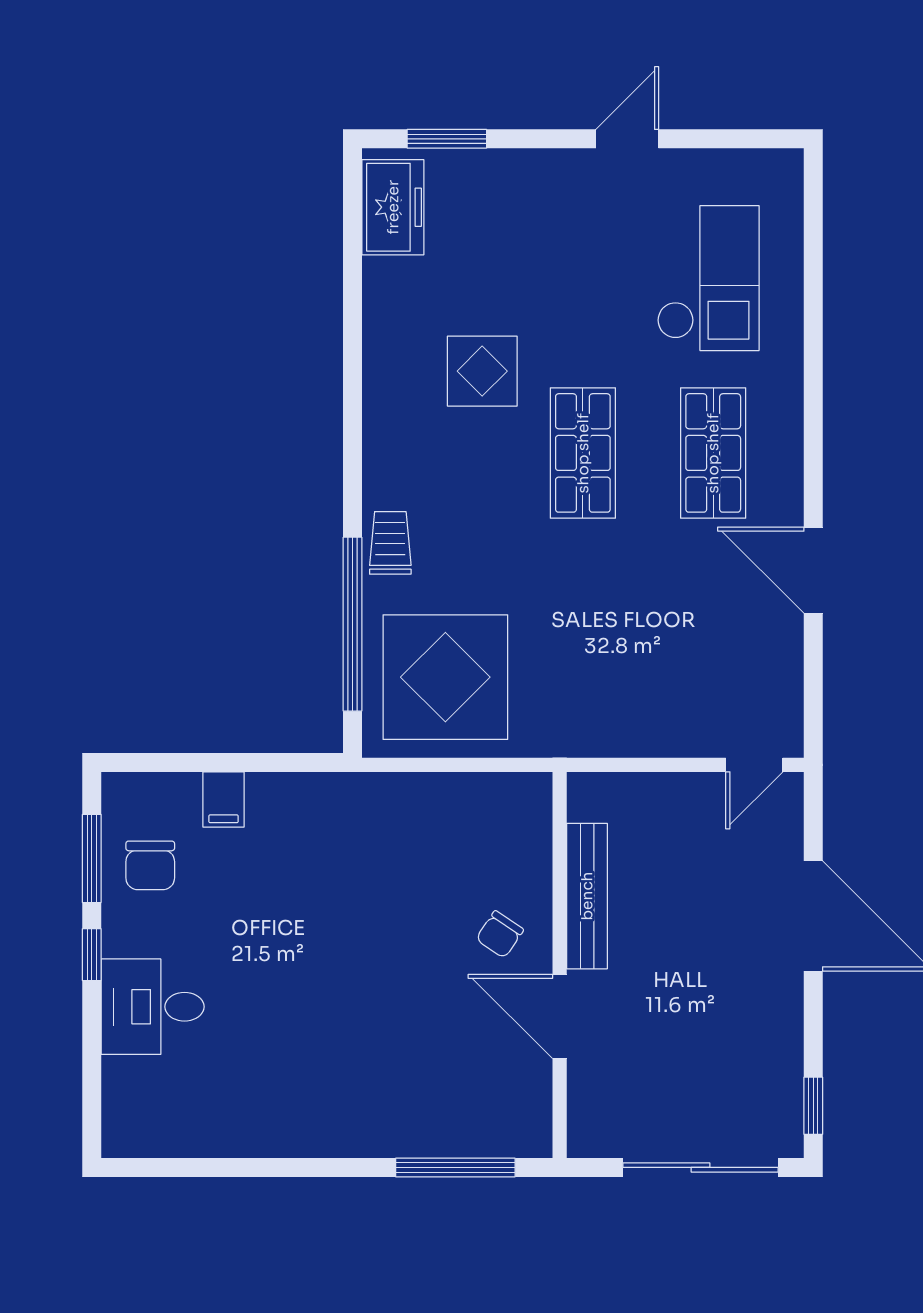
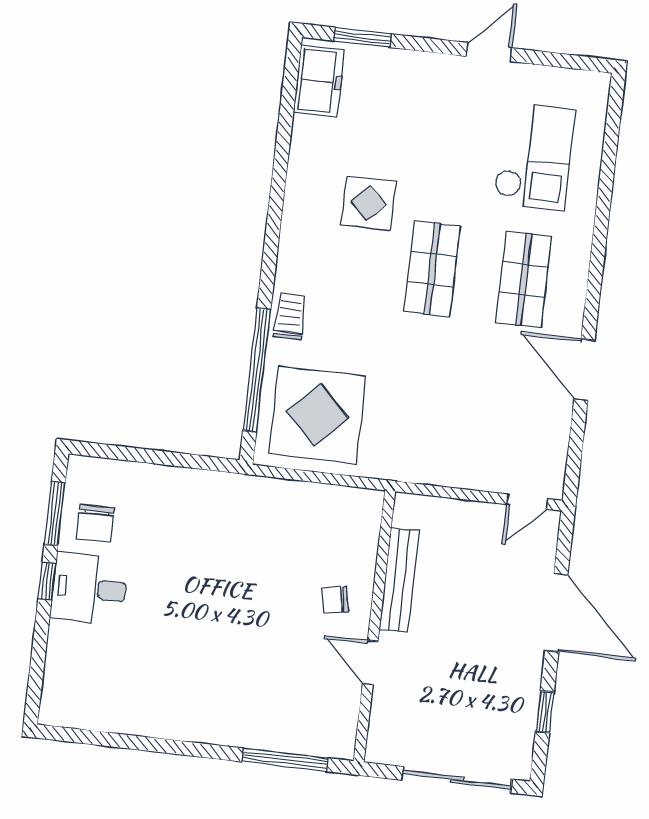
filing cabinet: (223, 799) -> (152, 483), removed
chair: (500, 934) -> (335, 600), turned 45
desk: (153, 1007) -> (89, 589), moved
door: (560, 1016) -> (370, 662), width x0.73
window: (813, 1106) -> (545, 712), moved

